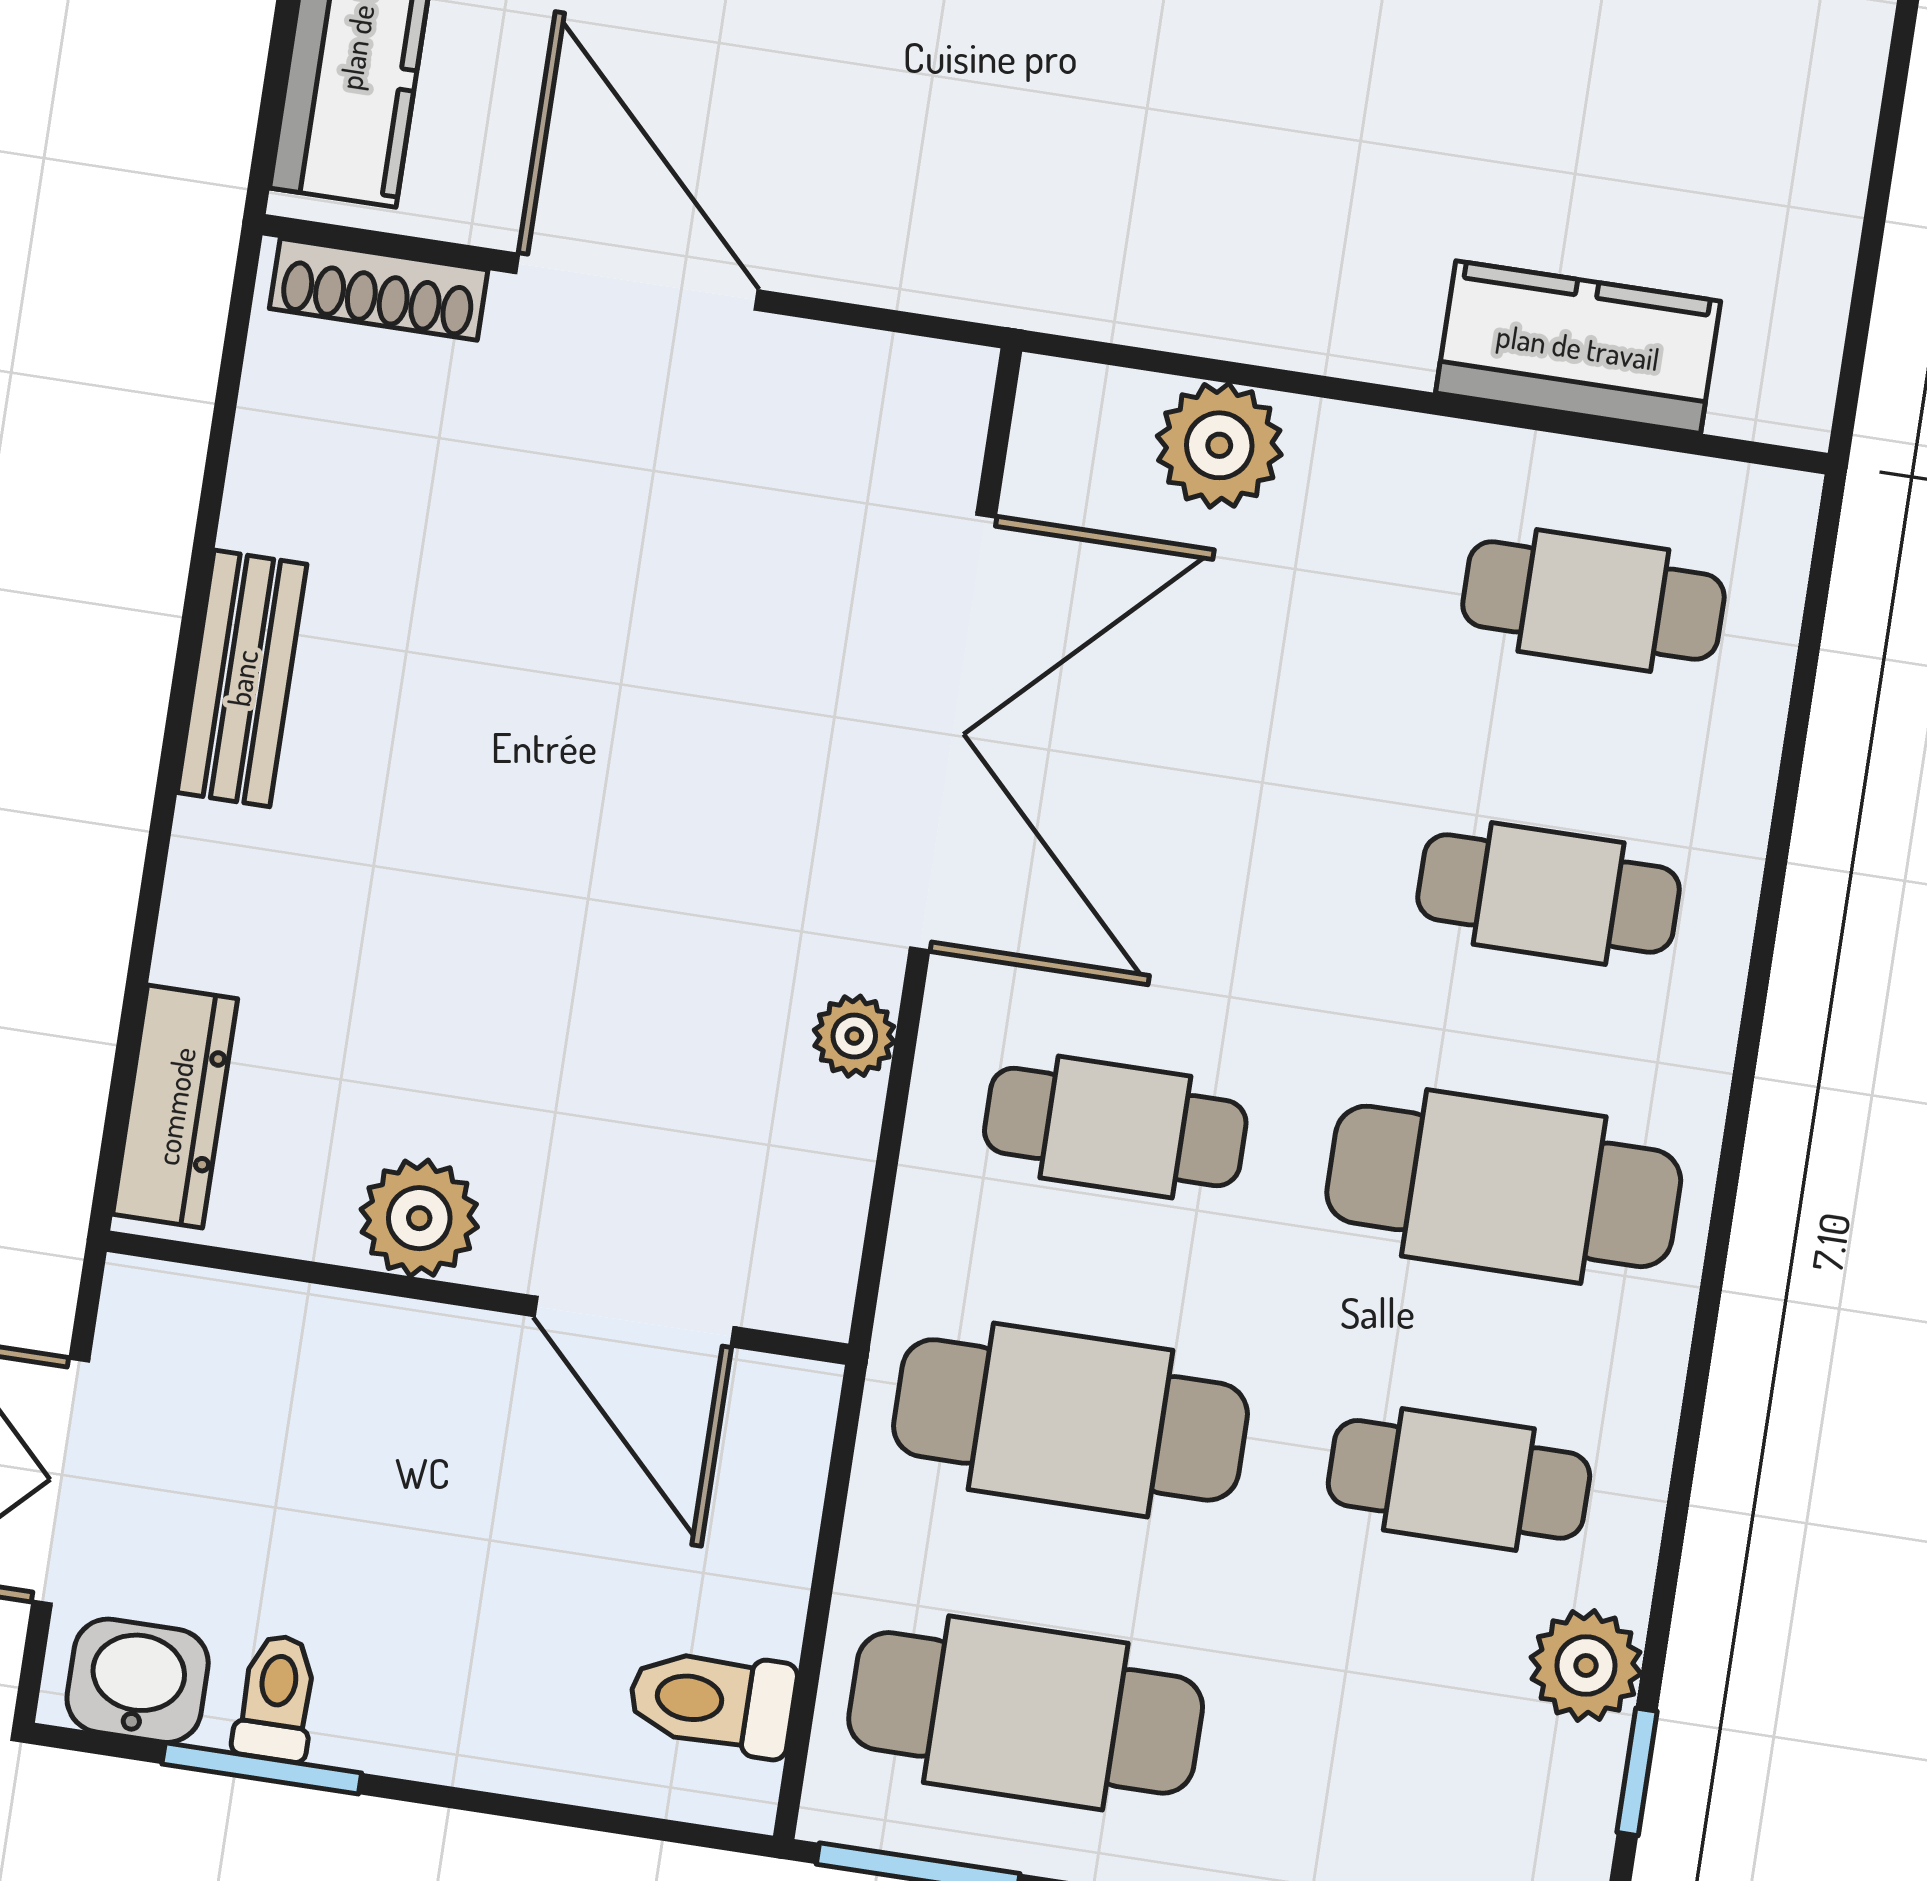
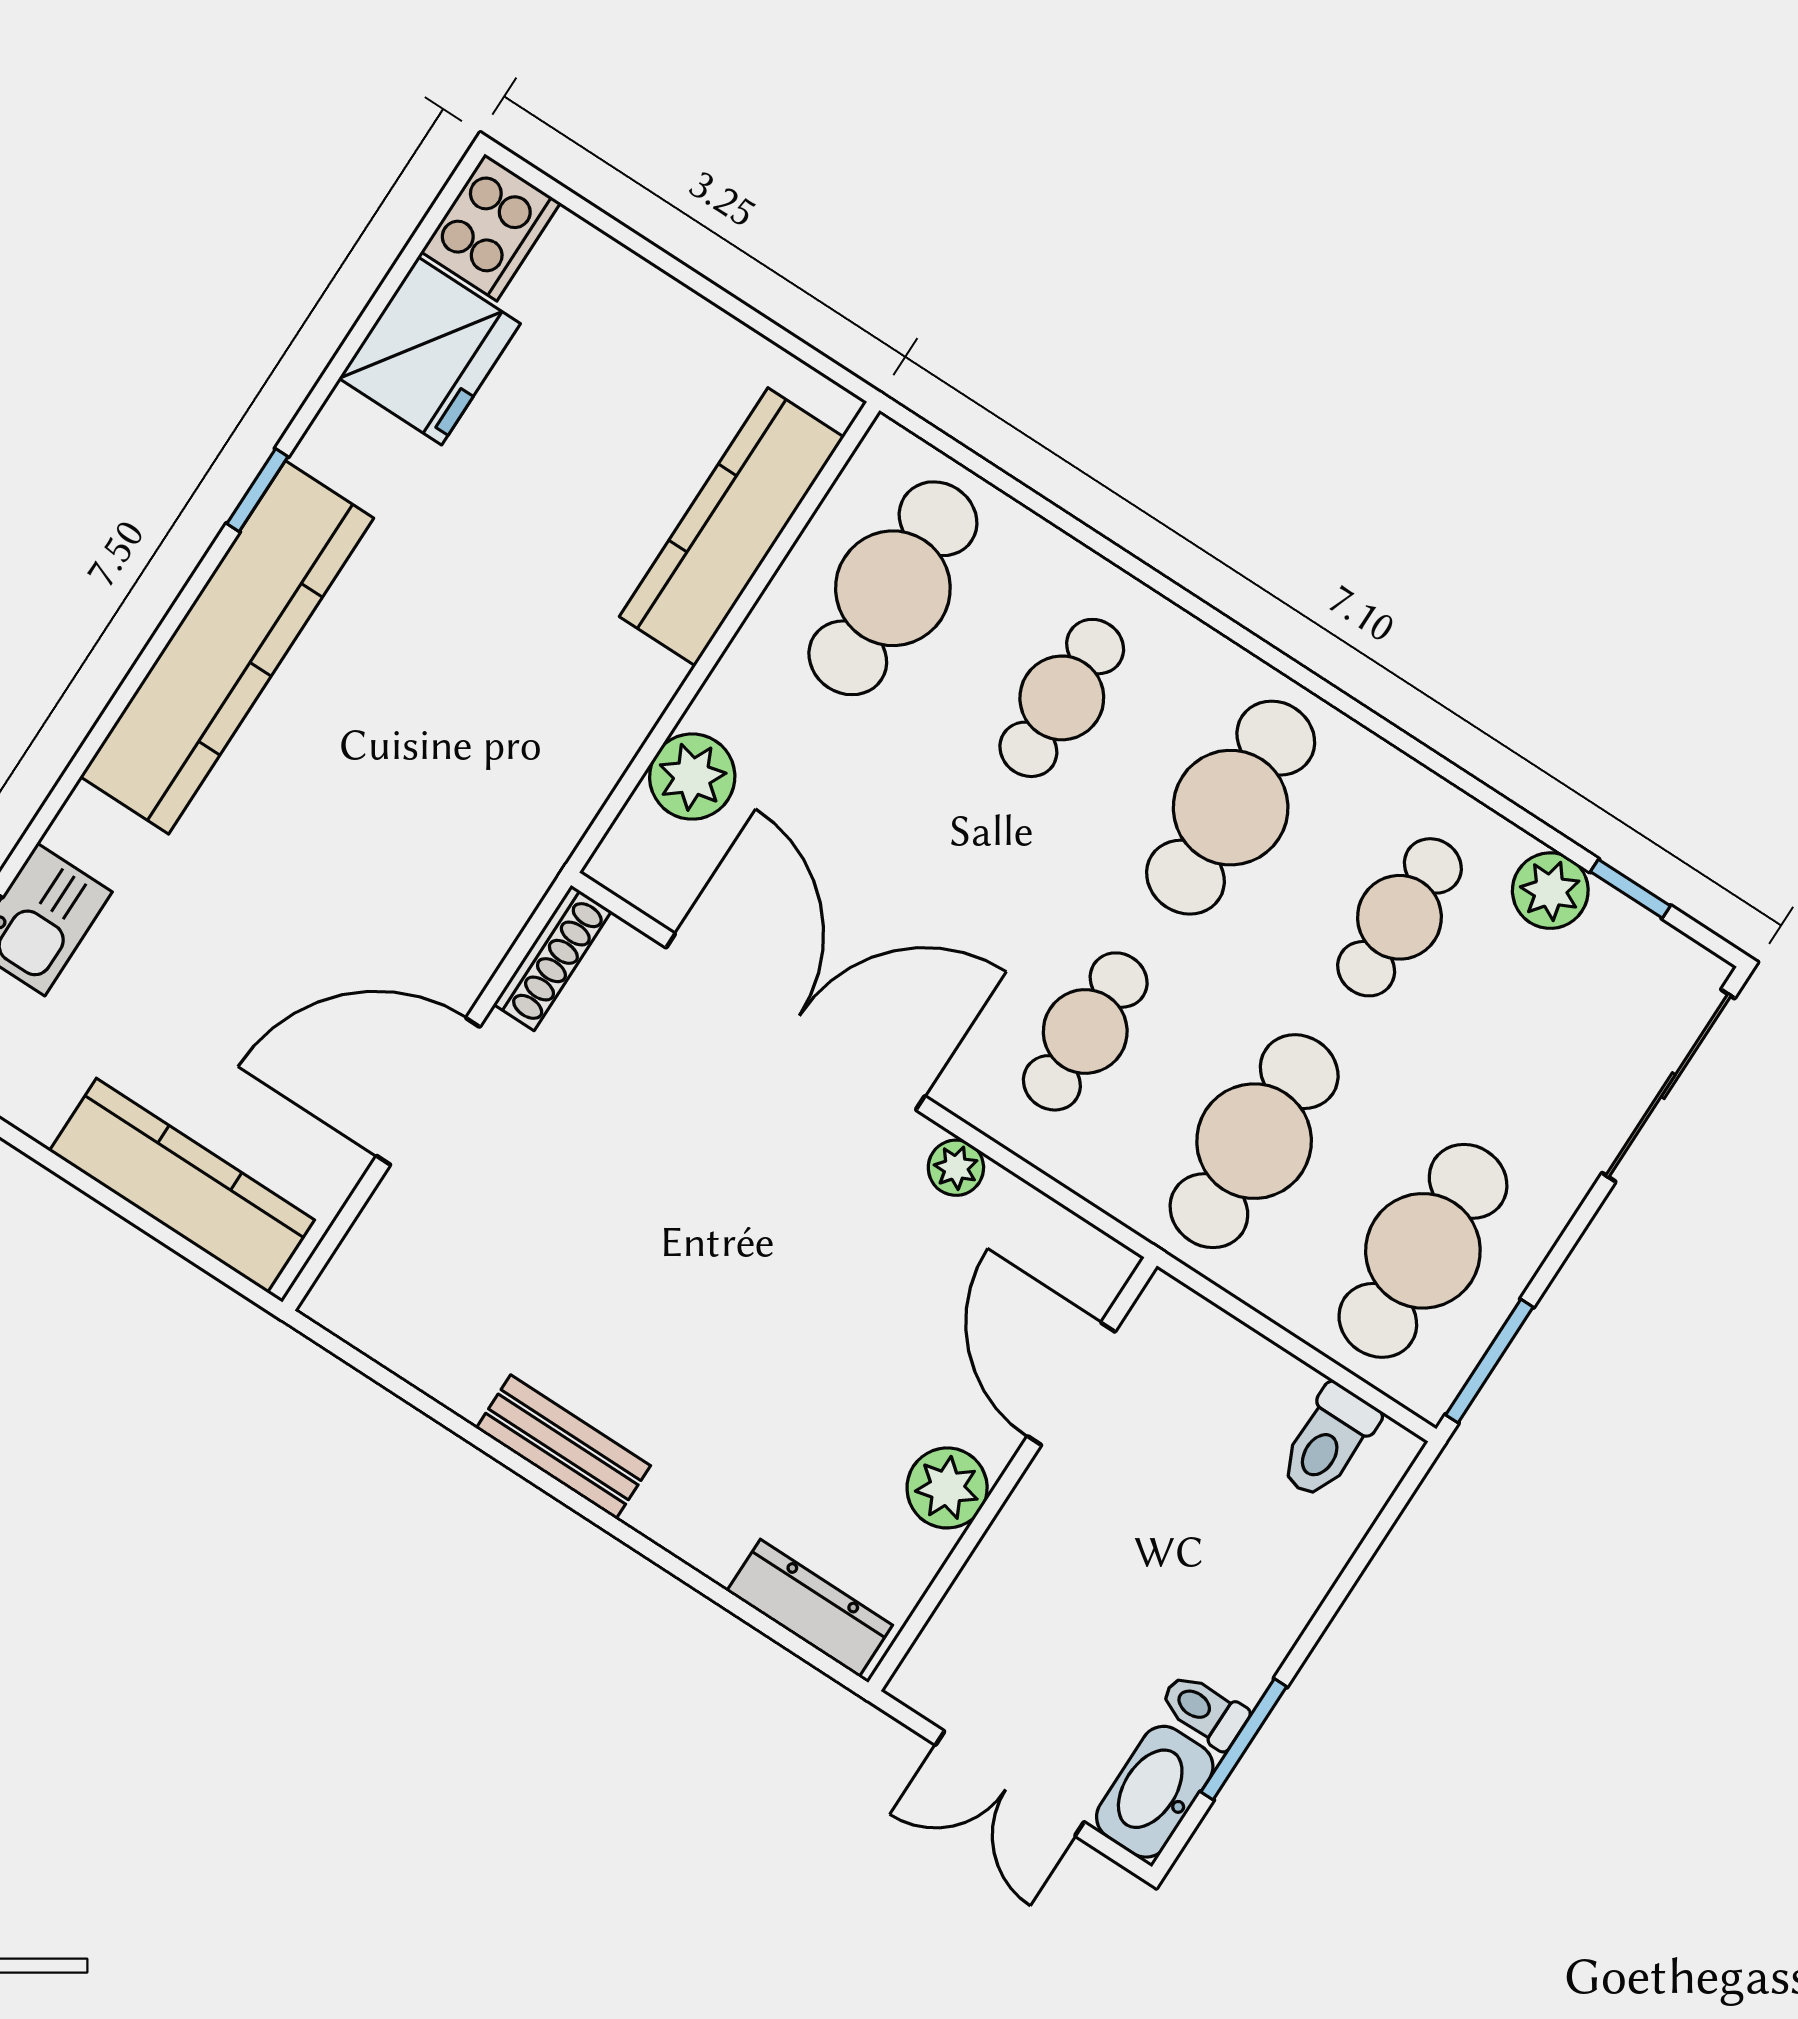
shoe rack: (379, 289) -> (553, 958), moved
kitchen counter: (1578, 347) -> (732, 527), width x1.50
cafe table: (1593, 601) -> (893, 588), width x1.37, depth x1.35
door: (634, 1322) -> (1071, 1384), swing flipped
washbasin: (138, 1681) -> (1155, 1792), width x1.38

